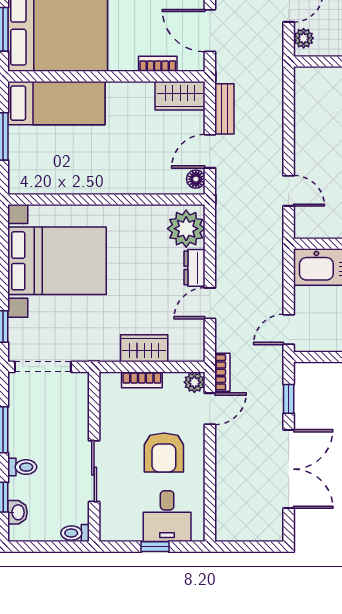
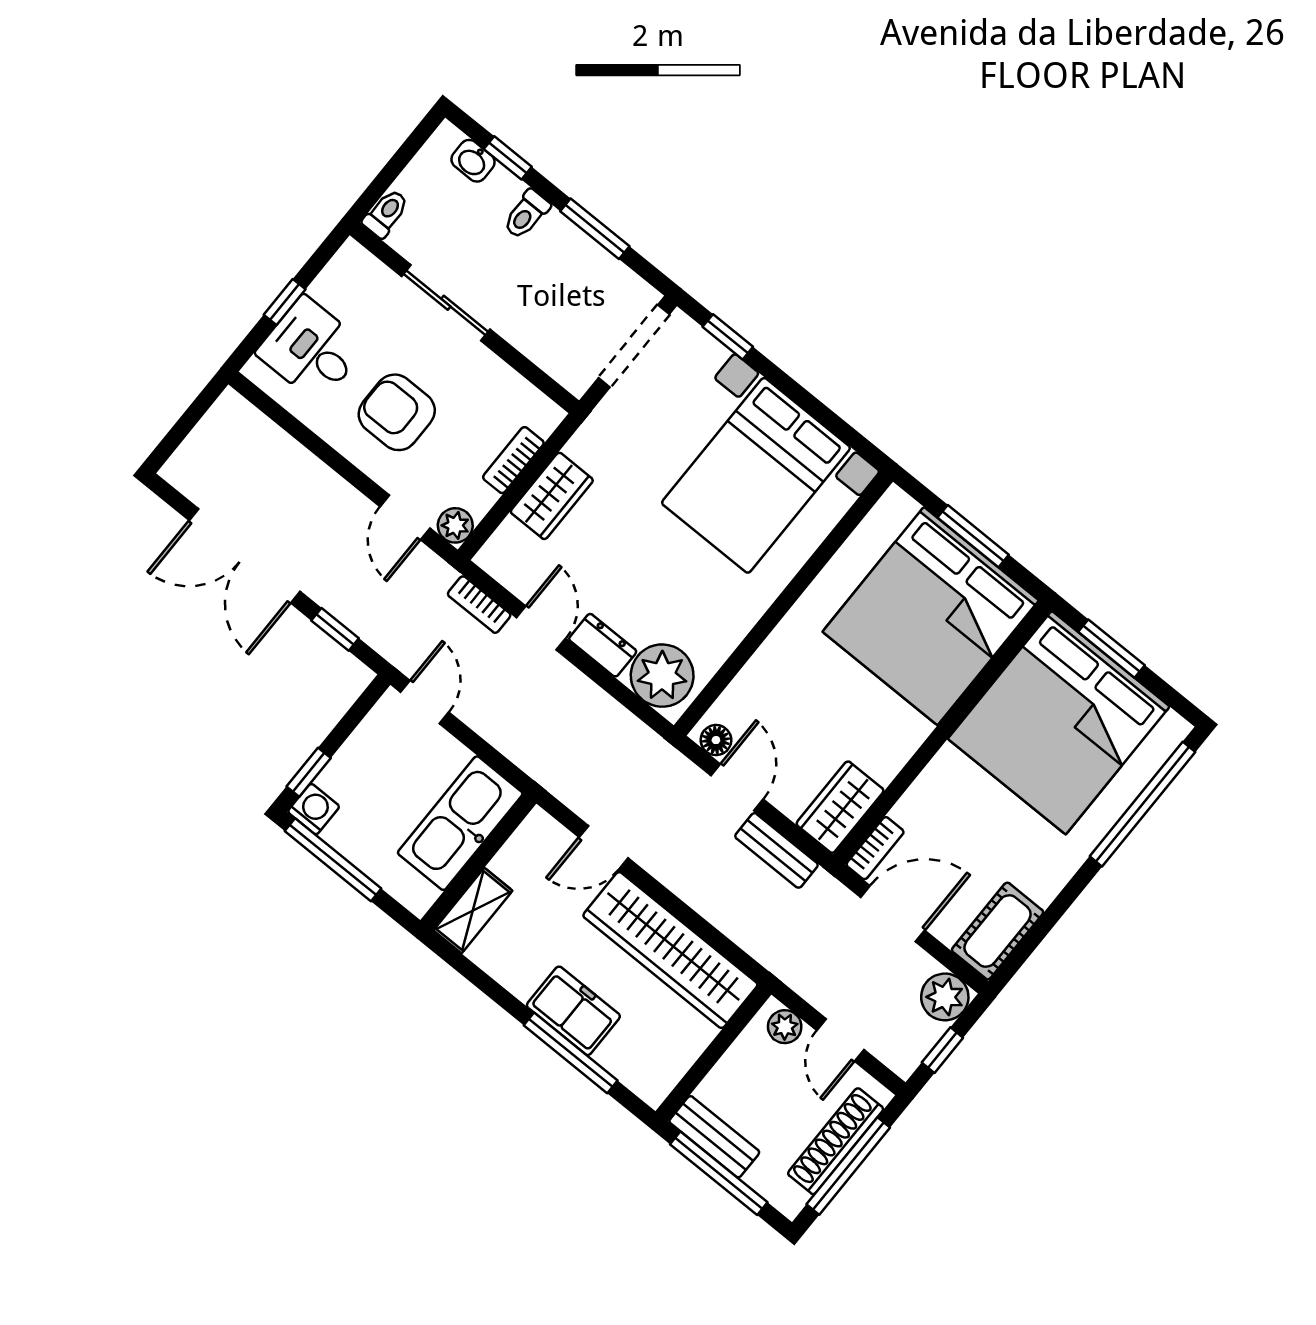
bookcase: (158, 64) -> (875, 848), moved
bed: (56, 103) -> (931, 616), width x2.04
wardrobe: (311, 121) -> (670, 950), added
bookcase: (222, 372) -> (479, 605), moved

